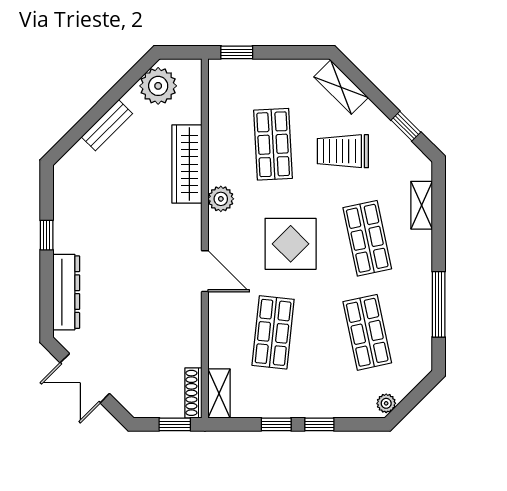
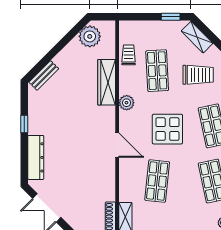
window: (237, 52) -> (171, 17), moved
trolley: (224, 117) -> (129, 55), added
bench: (107, 125) -> (44, 75), moved
trolley: (343, 151) -> (198, 75), turned 180

